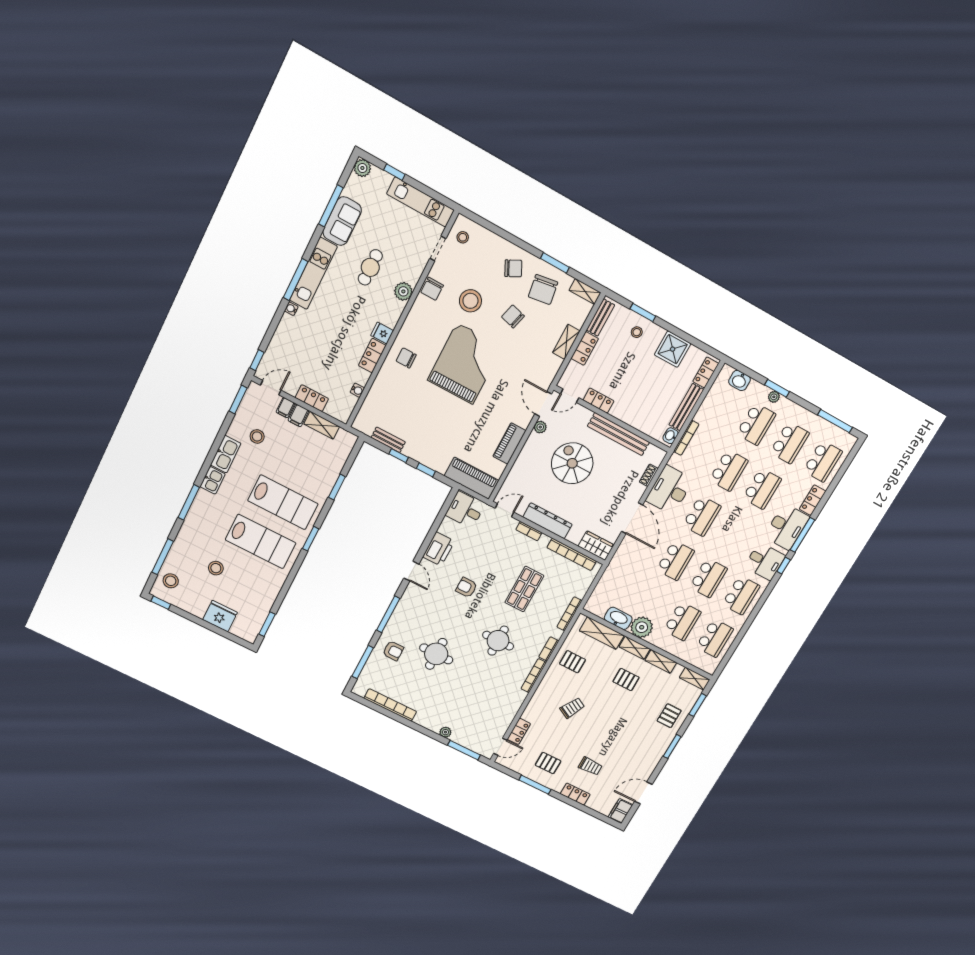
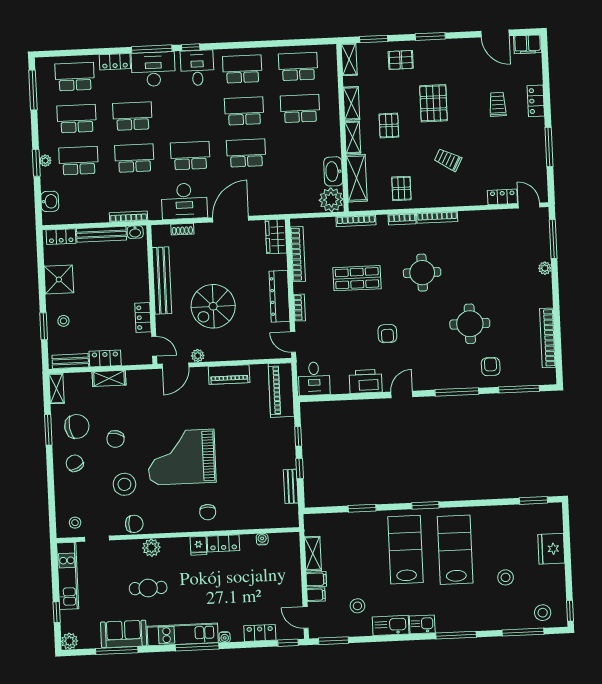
locker: (312, 398) -> (260, 633), moved, turned 90
plant: (642, 627) -> (331, 200), moved
pallet: (548, 763) -> (433, 103), moved, width x1.50, depth x1.42

